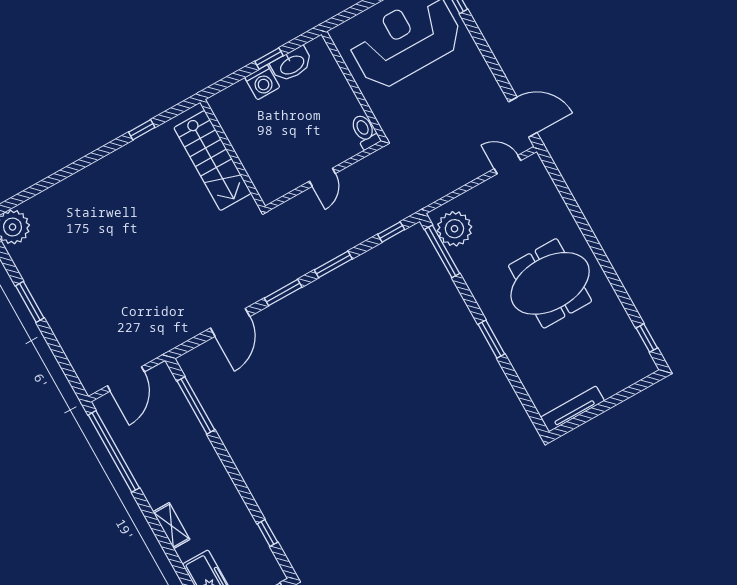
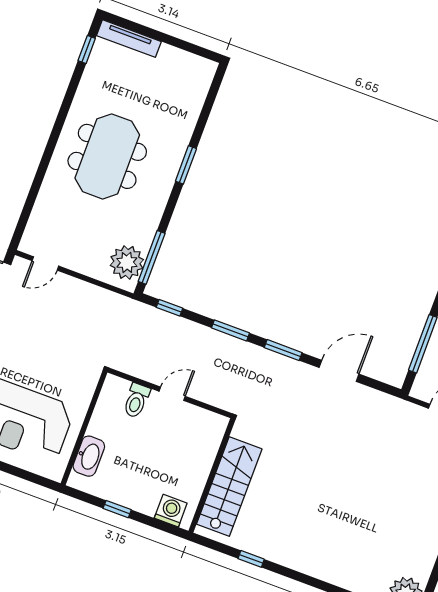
washbasin: (292, 64) -> (89, 456), moved, turned 90
washing machine: (262, 82) -> (171, 511), moved
toilet: (365, 131) -> (136, 401), moved
door: (507, 165) -> (45, 263), hinge flipped
meeting table: (550, 283) -> (107, 156), turned 90
tv unit: (572, 409) -> (129, 39), moved

